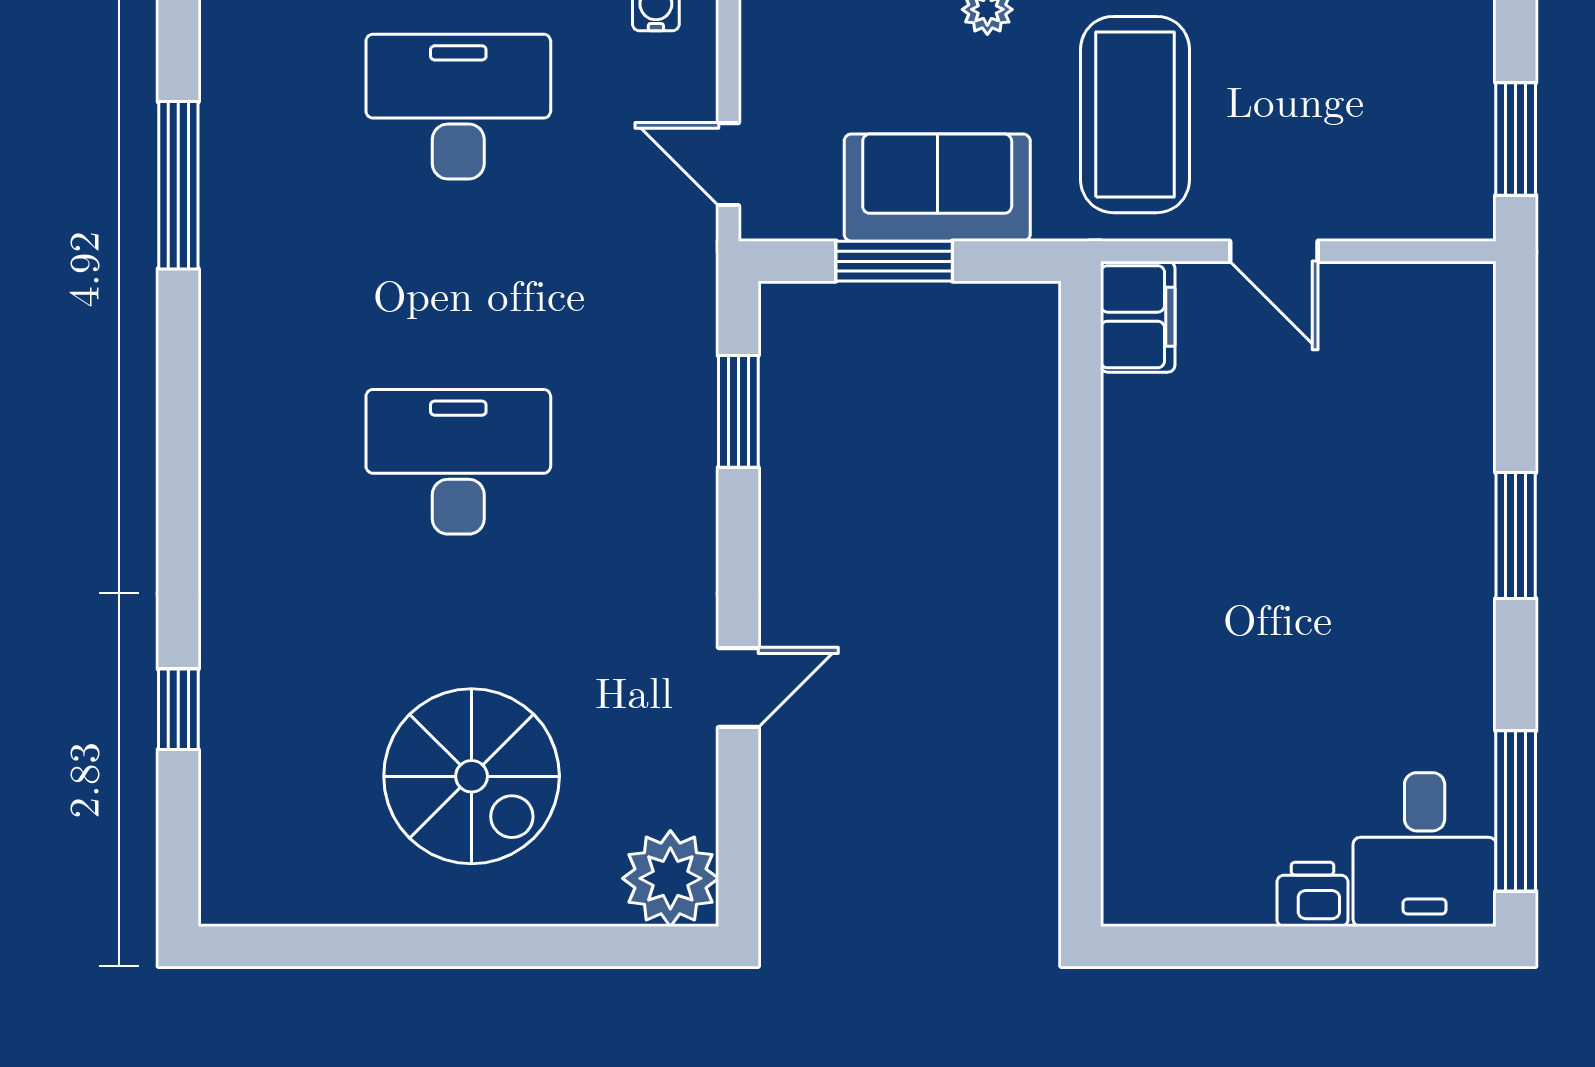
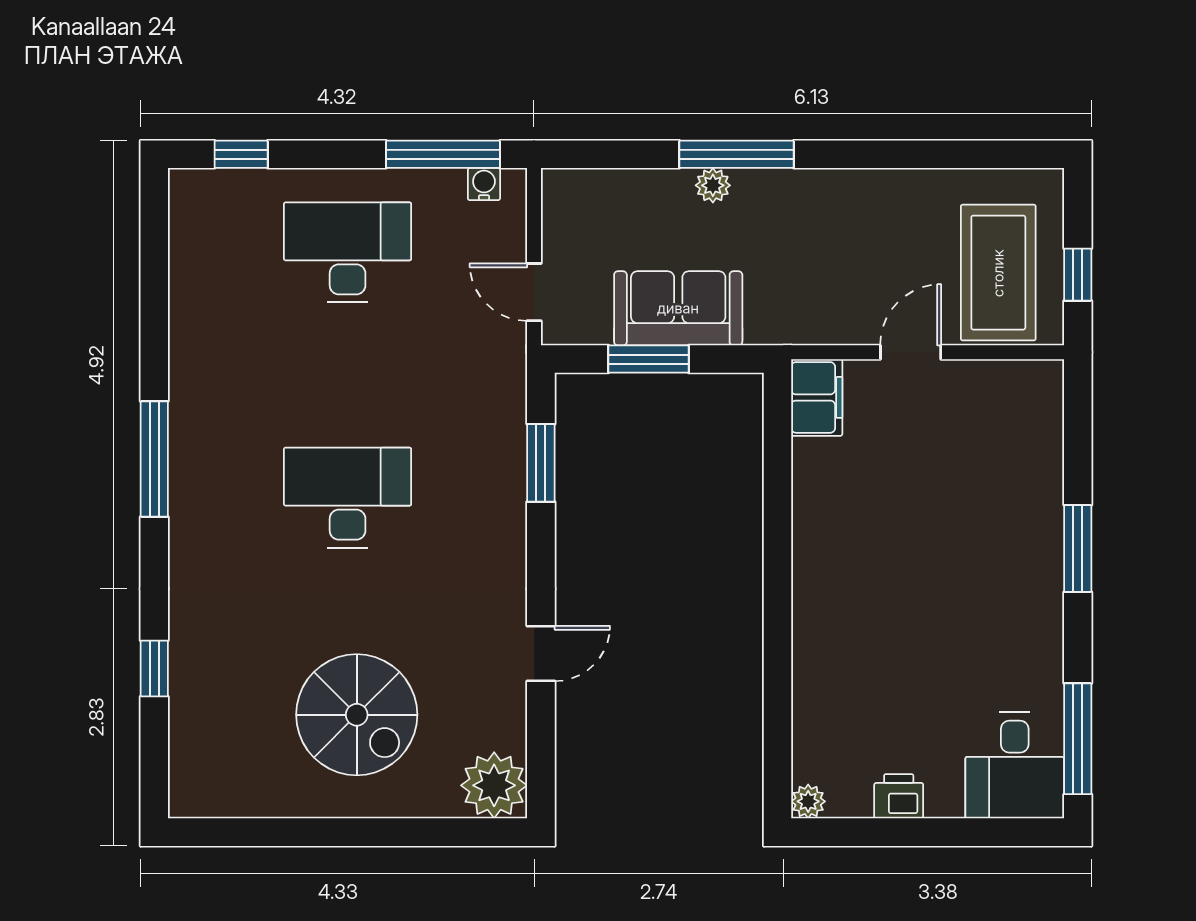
coffee table: (1135, 115) -> (998, 273), moved
window: (1516, 139) -> (1078, 275), width x0.67
window: (178, 185) -> (154, 459), moved
door: (1274, 251) -> (911, 352), swing flipped
printer: (1312, 894) -> (899, 796), moved
plant: (1125, 902) -> (808, 801), added

